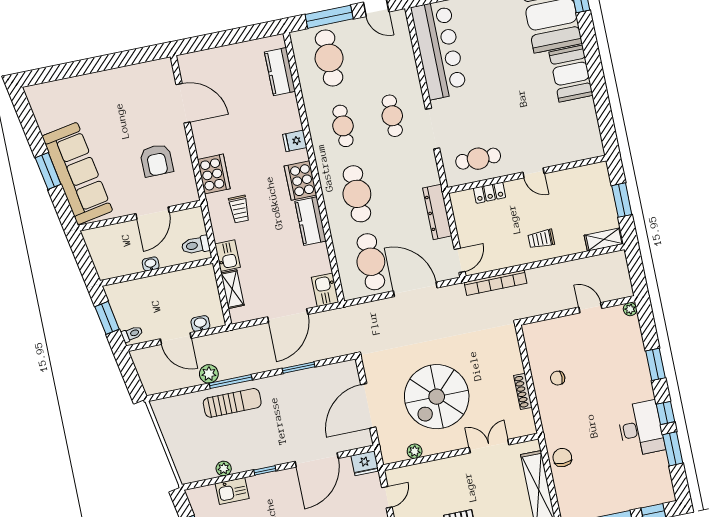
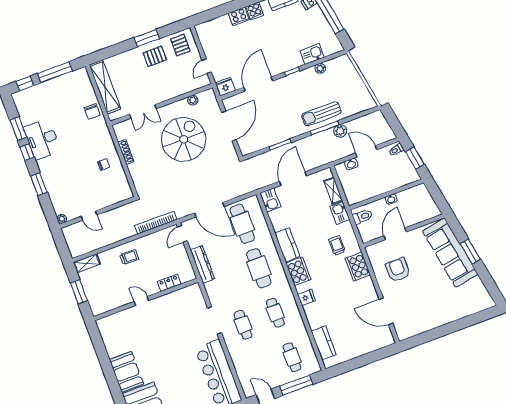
cafe table: (329, 58) -> (292, 357), width x0.73, depth x0.74
cafe table: (478, 159) -> (180, 305), removed

